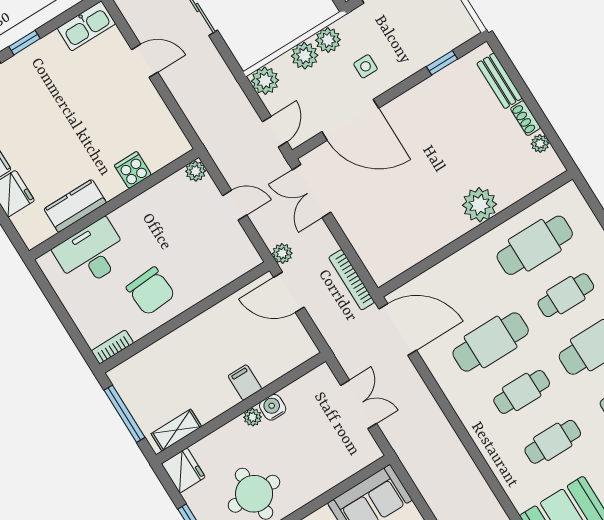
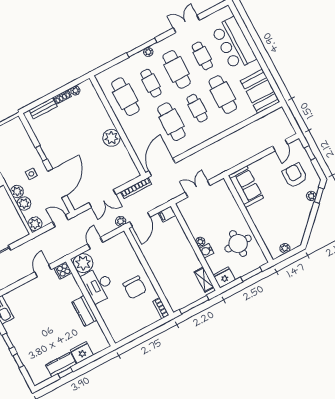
door: (145, 61) -> (43, 271), moved
window: (442, 63) -> (41, 153), moved
cooker: (133, 170) -> (63, 270), moved
plant: (196, 171) -> (83, 263), width x1.88, depth x1.88
double door: (312, 191) -> (102, 199), moved
plant: (479, 205) -> (112, 138), moved
kitchen counter: (75, 206) -> (84, 311), moved
desk: (91, 254) -> (98, 285), moved
chair: (151, 291) -> (135, 287), turned 94
filing cabinet: (245, 382) -> (167, 214), moved
water cooler: (273, 407) -> (206, 251), moved
cafe table: (553, 442) -> (223, 95), width x1.37, depth x1.35

